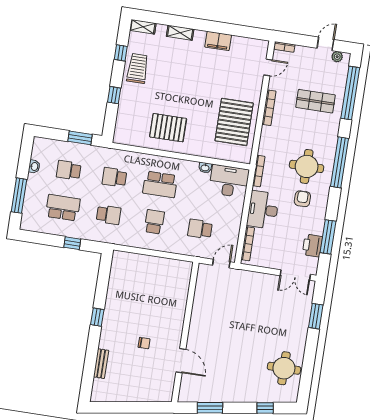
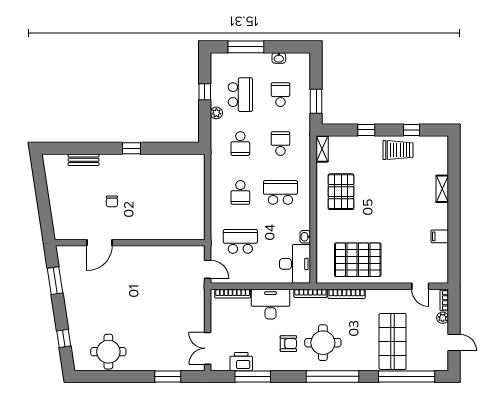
shelving: (143, 27) -> (322, 149), moved
filing cabinet: (218, 41) -> (440, 236), width x0.50
plant: (337, 57) -> (443, 318), moved
shop shelf: (316, 101) -> (393, 342), width x1.43, depth x1.36
bookcase: (269, 108) -> (347, 294), moved
school desk: (160, 184) -> (280, 192), turned 90
school desk: (154, 222) -> (240, 192), turned 90
school desk: (200, 229) -> (240, 241), width x1.85
plant: (77, 233) -> (216, 113), added
window: (72, 243) -> (205, 92), moved

